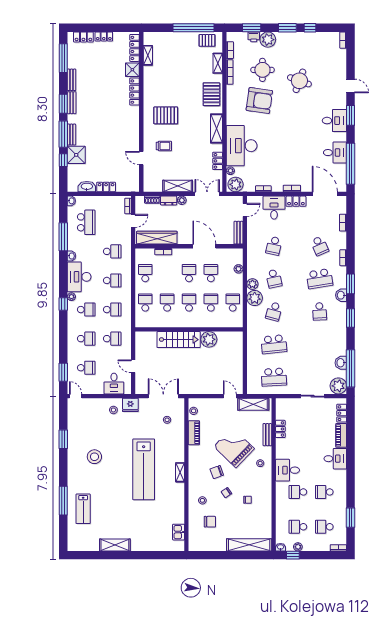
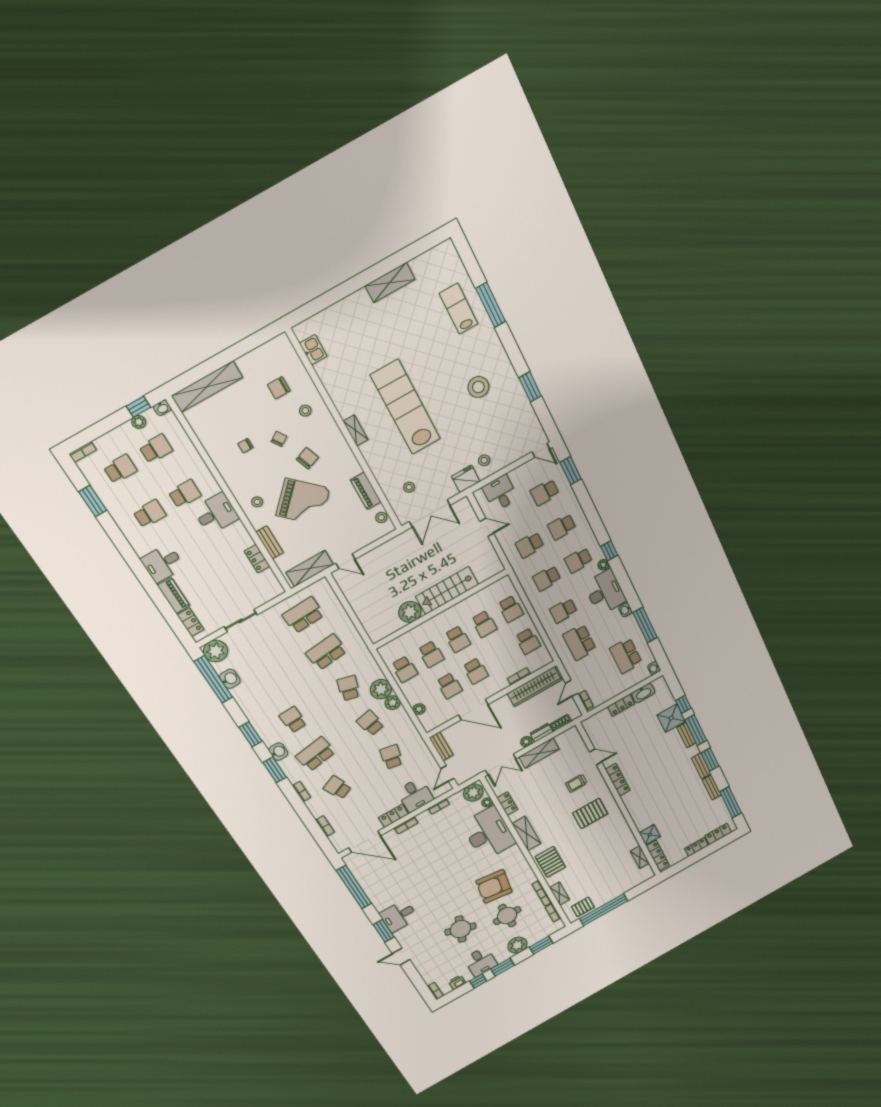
printer: (254, 37) -> (457, 982), moved
locker: (135, 92) -> (618, 780), moved
desk: (335, 153) -> (481, 962), moved, turned -90
school desk: (112, 251) -> (579, 642), width x1.85

